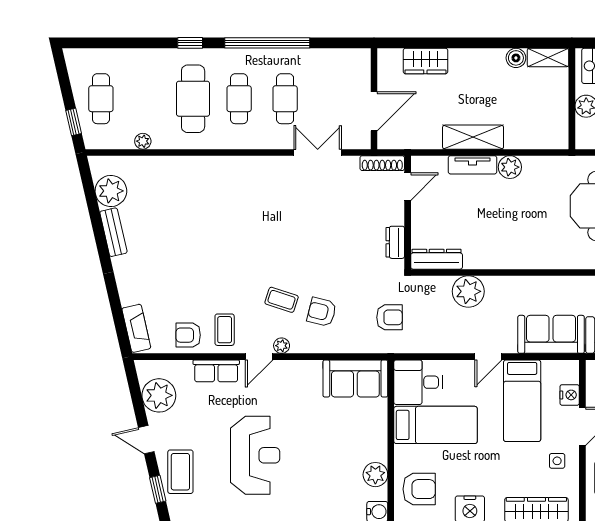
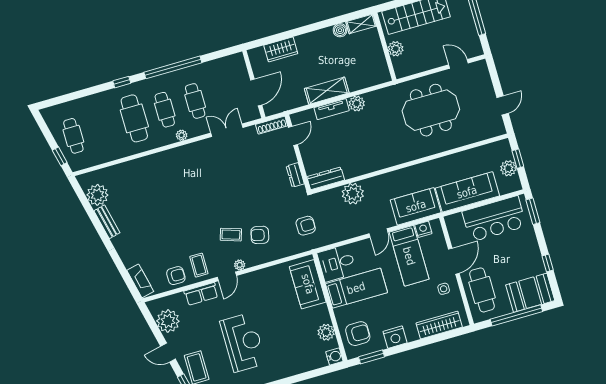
plant: (143, 141) -> (182, 135), moved
armchair: (188, 335) -> (176, 276), turned 180
sofa: (355, 378) -> (308, 284), moved, turned 90
nightstand: (570, 395) -> (423, 229), moved, turned -90

